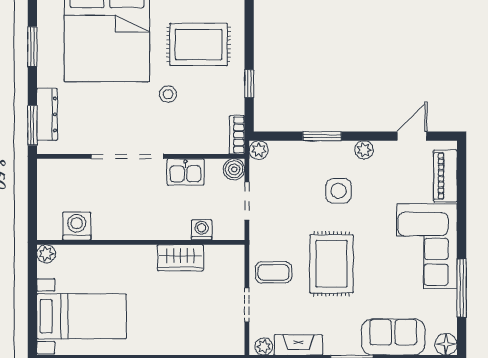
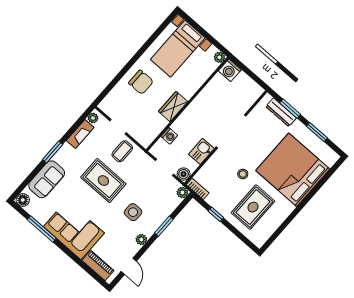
window: (32, 125) -> (290, 109), moved
washing machine: (77, 226) -> (230, 70), moved, turned 90
wardrobe: (180, 258) -> (173, 107), moved
chair: (165, 325) -> (141, 82), added

